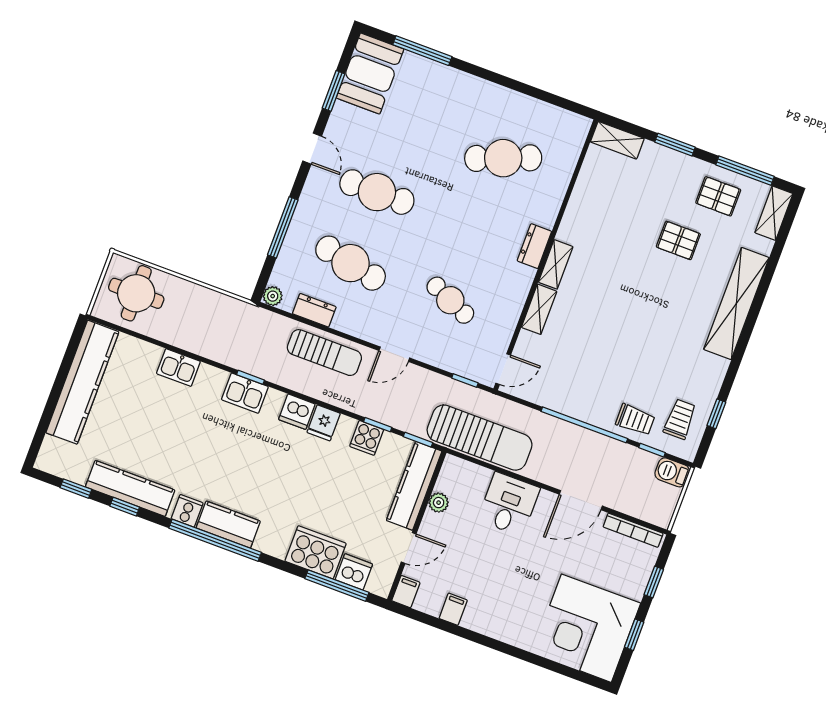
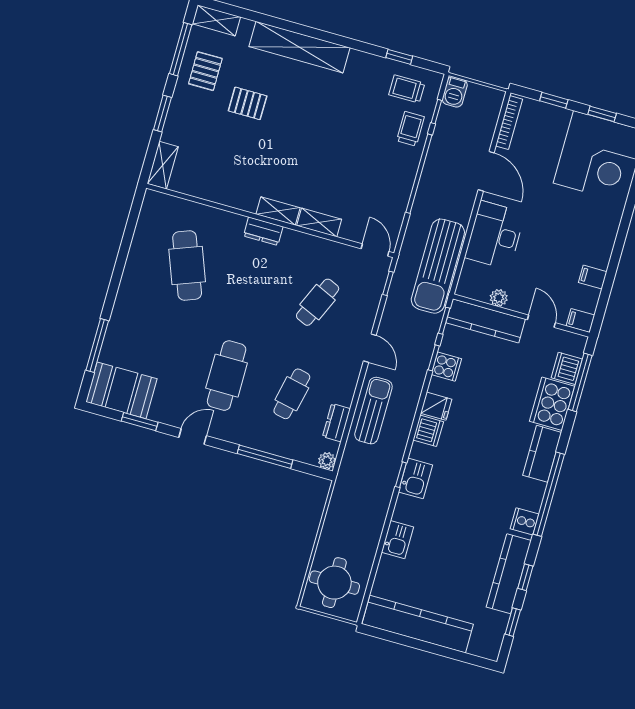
pallet: (678, 240) -> (248, 103), turned 90
cafe table: (351, 263) -> (292, 394), width x0.73, depth x0.74
sun lounger: (480, 438) -> (438, 266), turned 180
desk: (509, 504) -> (495, 235), width x1.37
kitchen counter: (228, 525) -> (542, 454), moved

